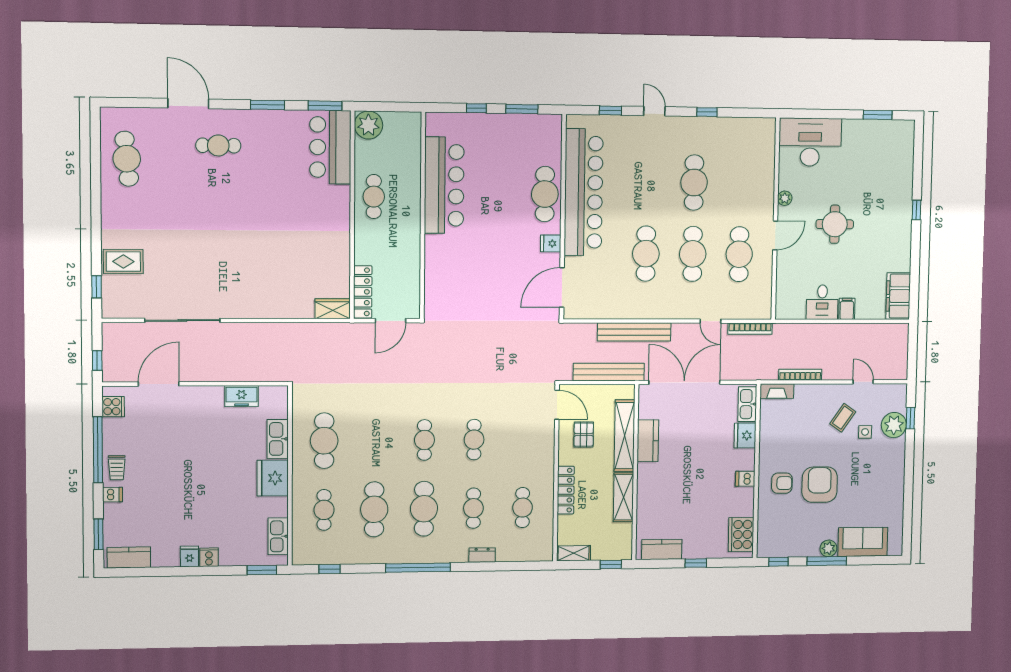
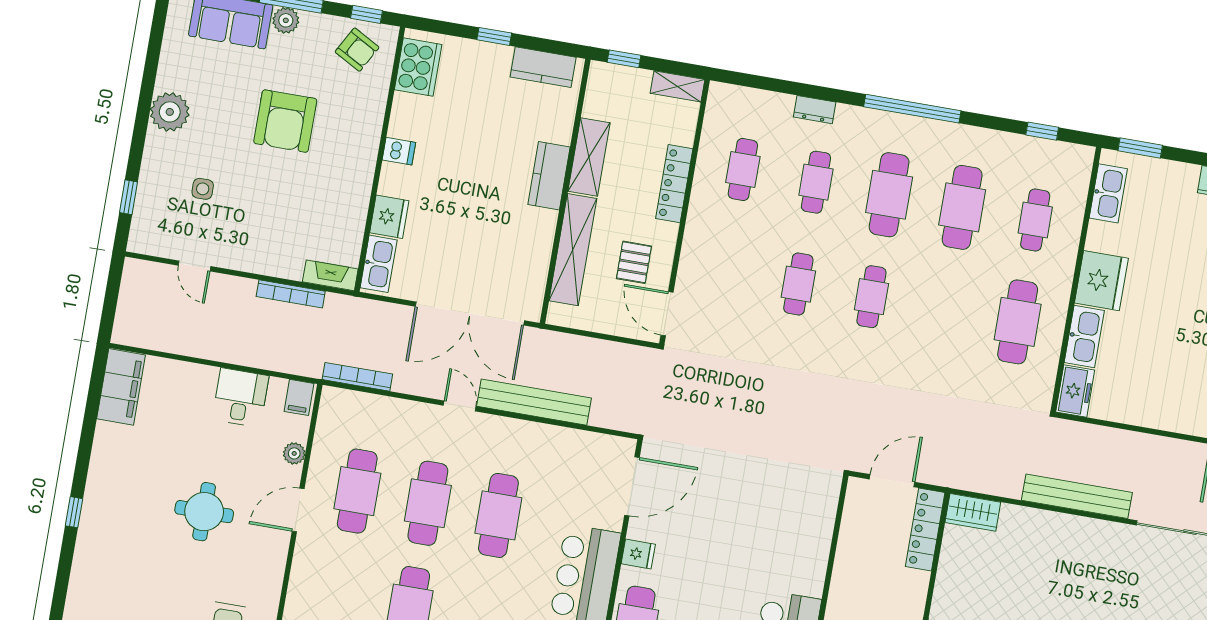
plant: (785, 198) -> (294, 453), moved
filing cabinet: (847, 309) -> (299, 397), moved
door: (710, 321) -> (460, 406), moved
bench: (609, 372) -> (1077, 496), moved
freezer: (241, 396) -> (1075, 391), moved, turned 90
coffee table: (843, 418) -> (234, 217), removed
plant: (894, 425) -> (170, 112), moved
kitchen counter: (648, 441) -> (549, 176), moved
armchair: (782, 483) -> (357, 50), moved, turned -151

